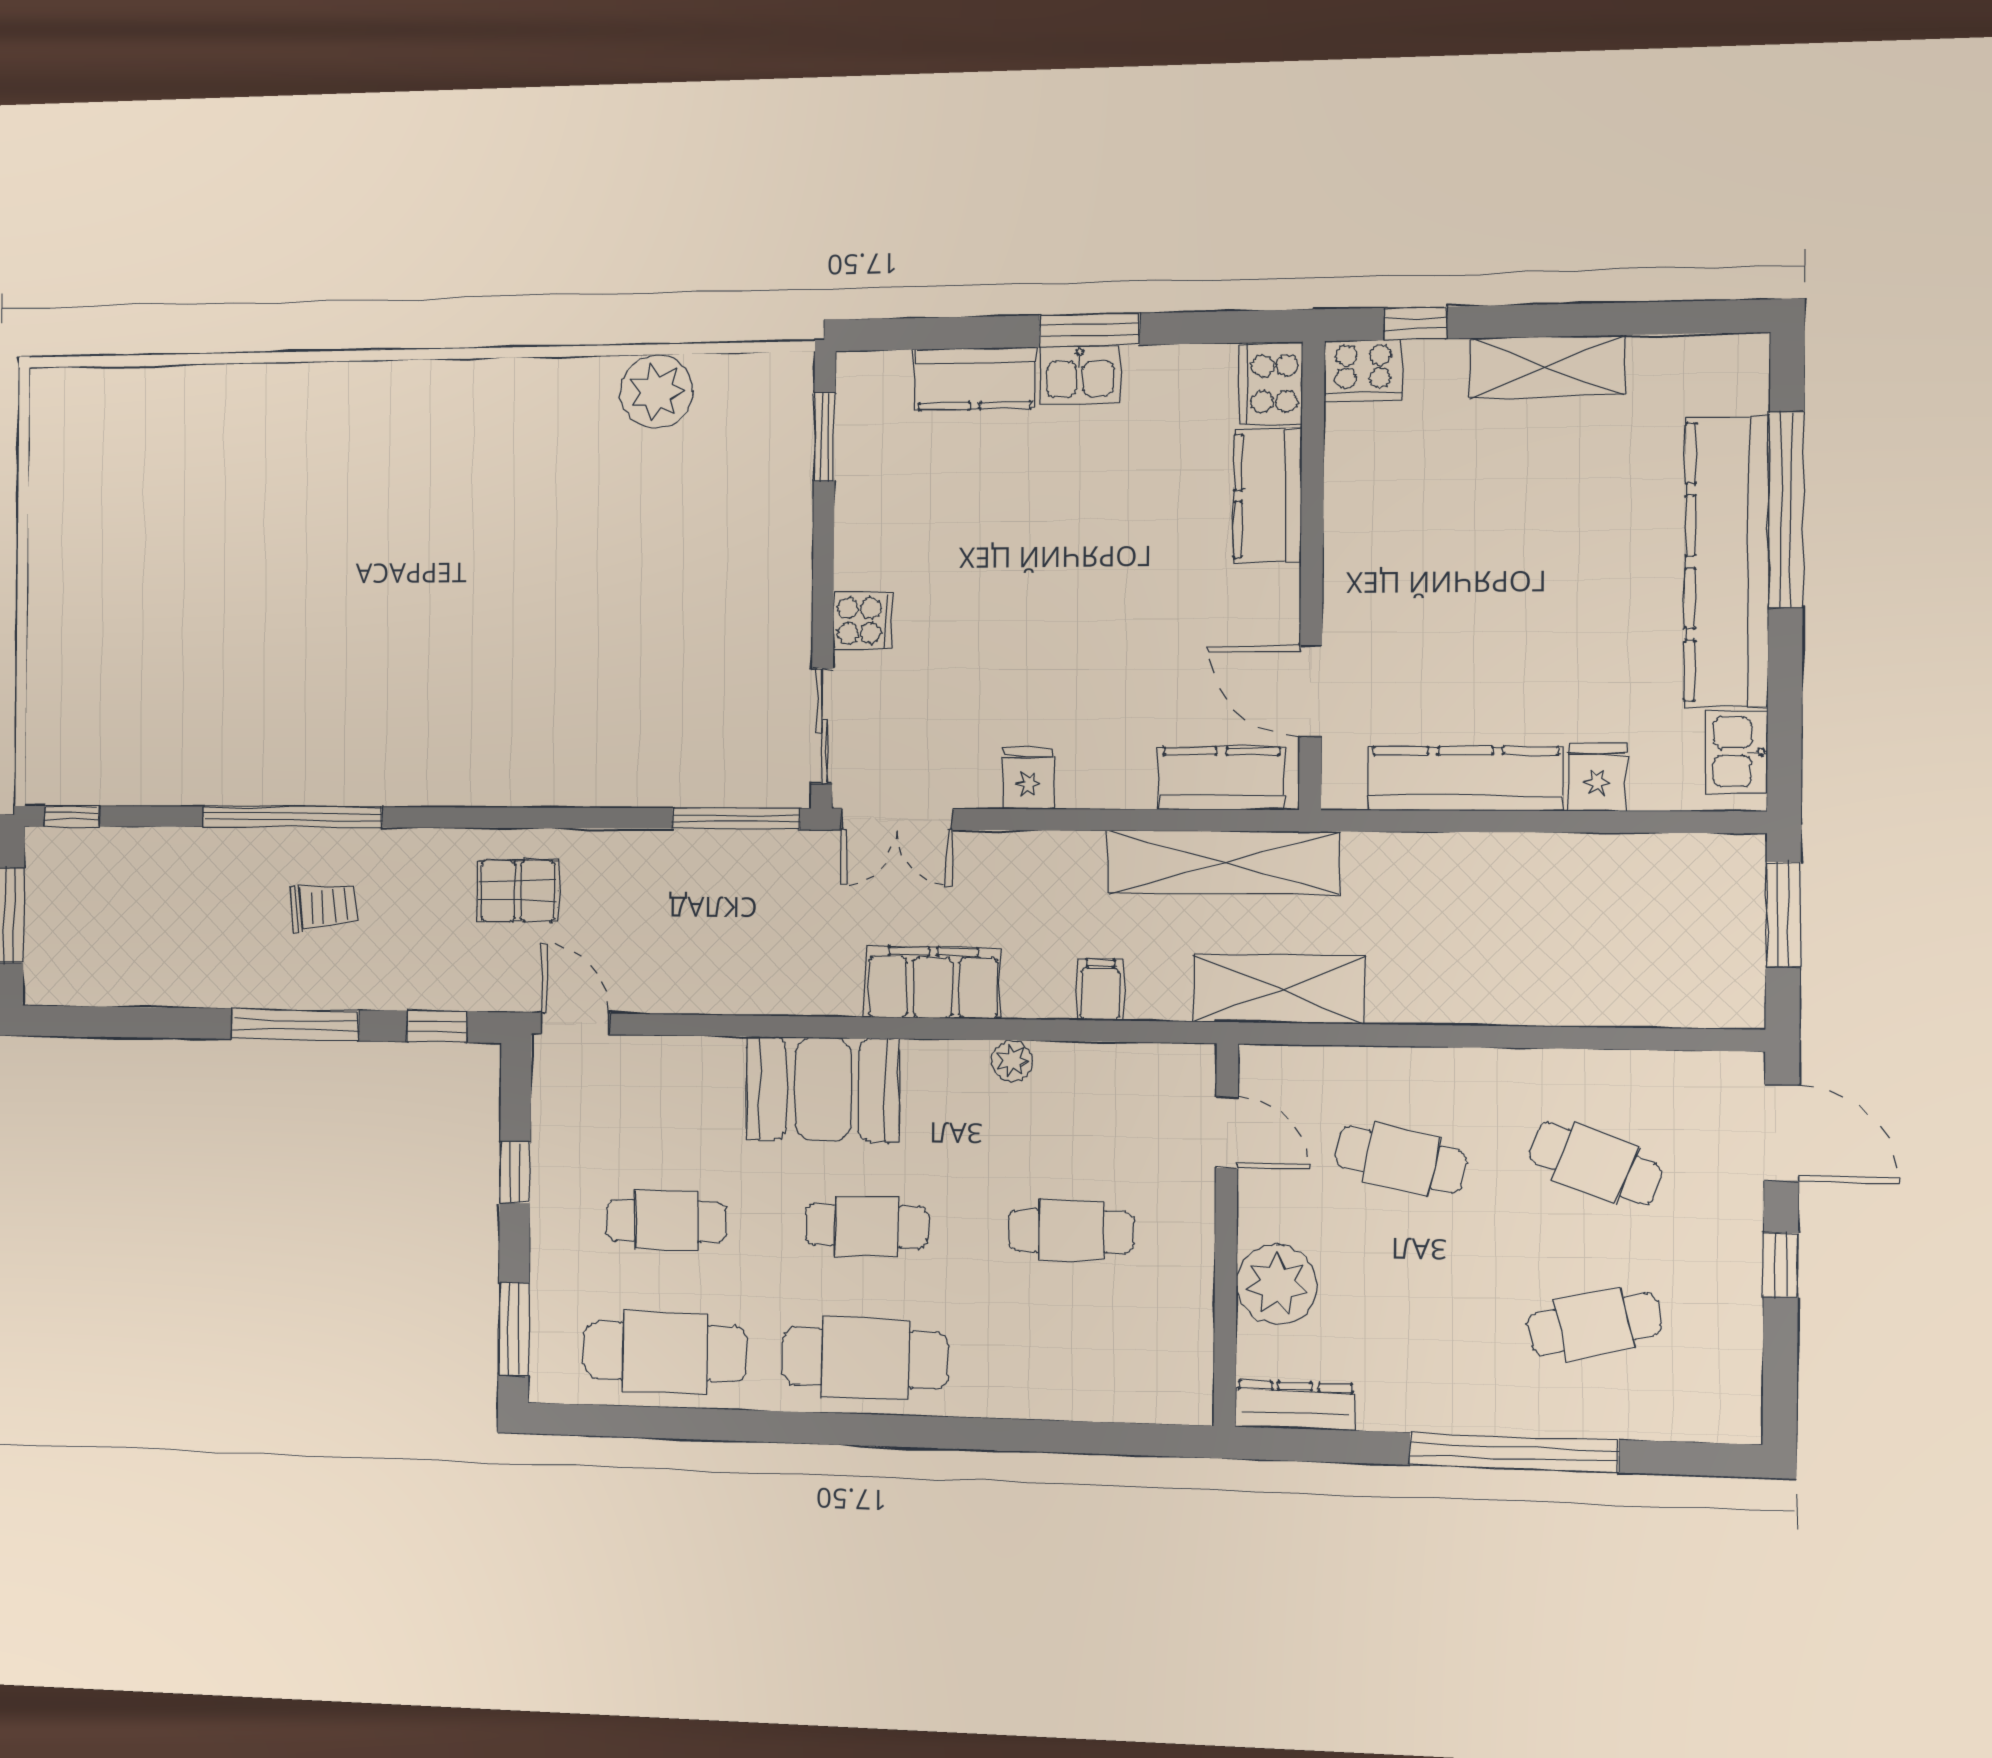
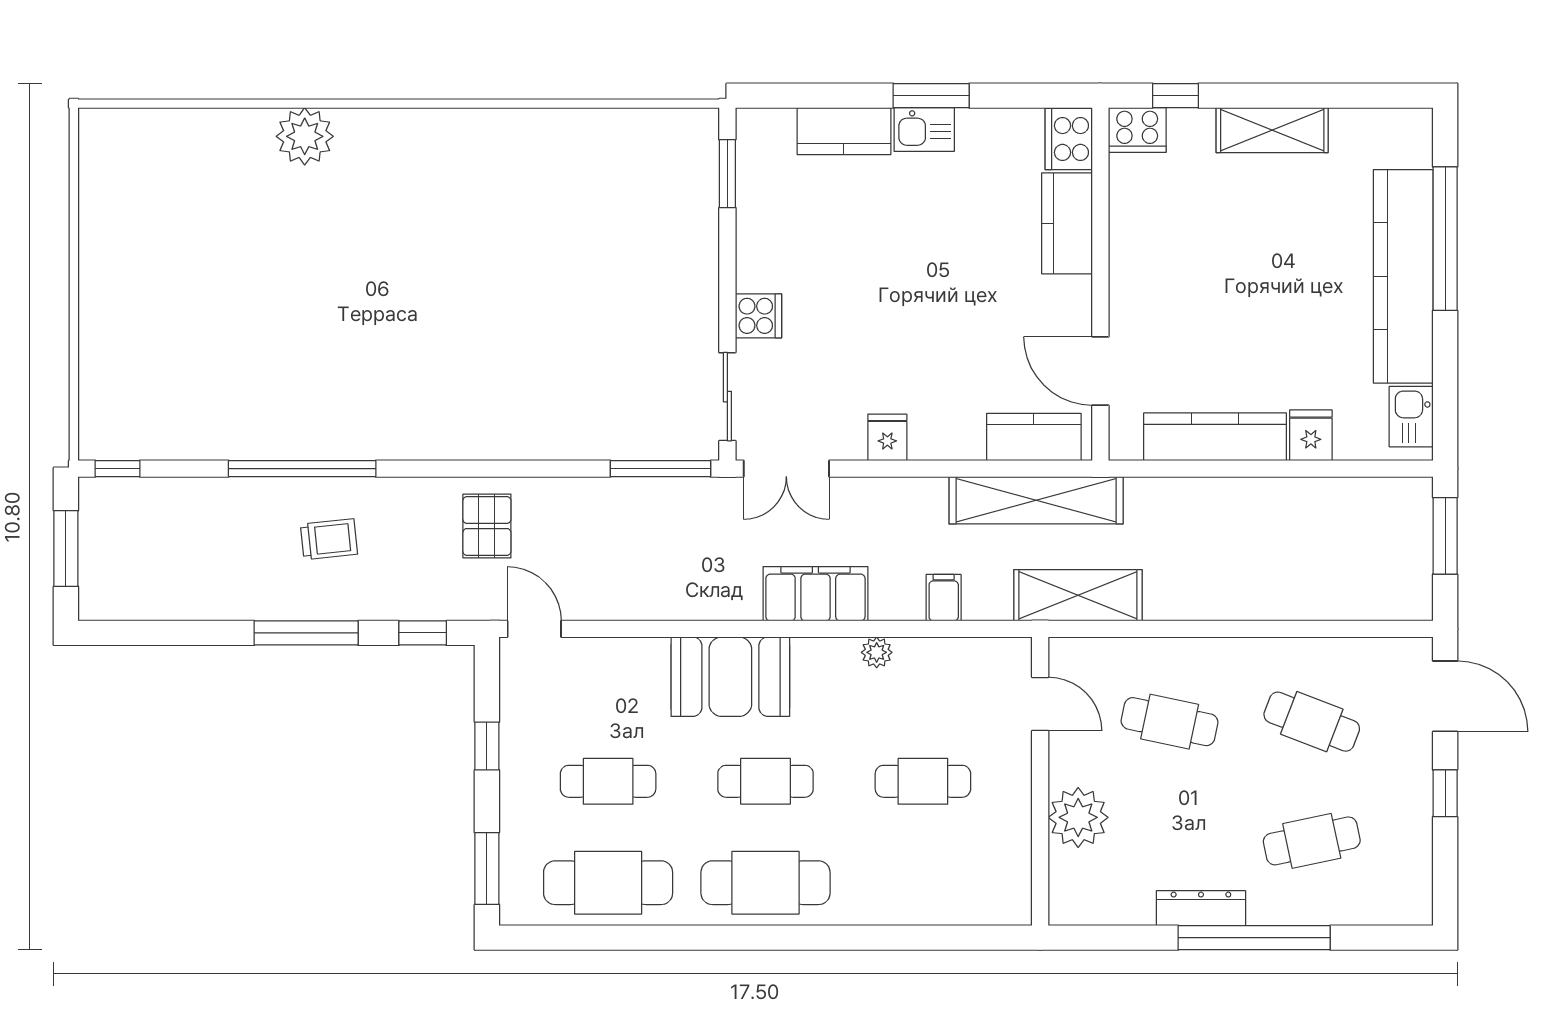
plant: (656, 392) -> (305, 136), moved
pallet: (518, 891) -> (487, 526), turned 90
dresser: (1295, 1406) -> (1201, 908), moved

